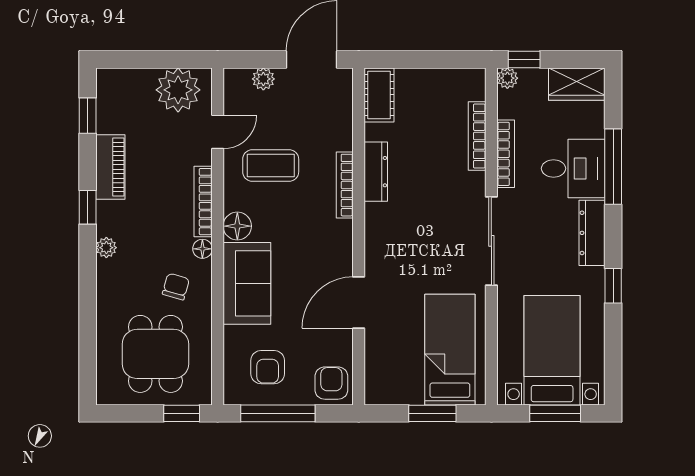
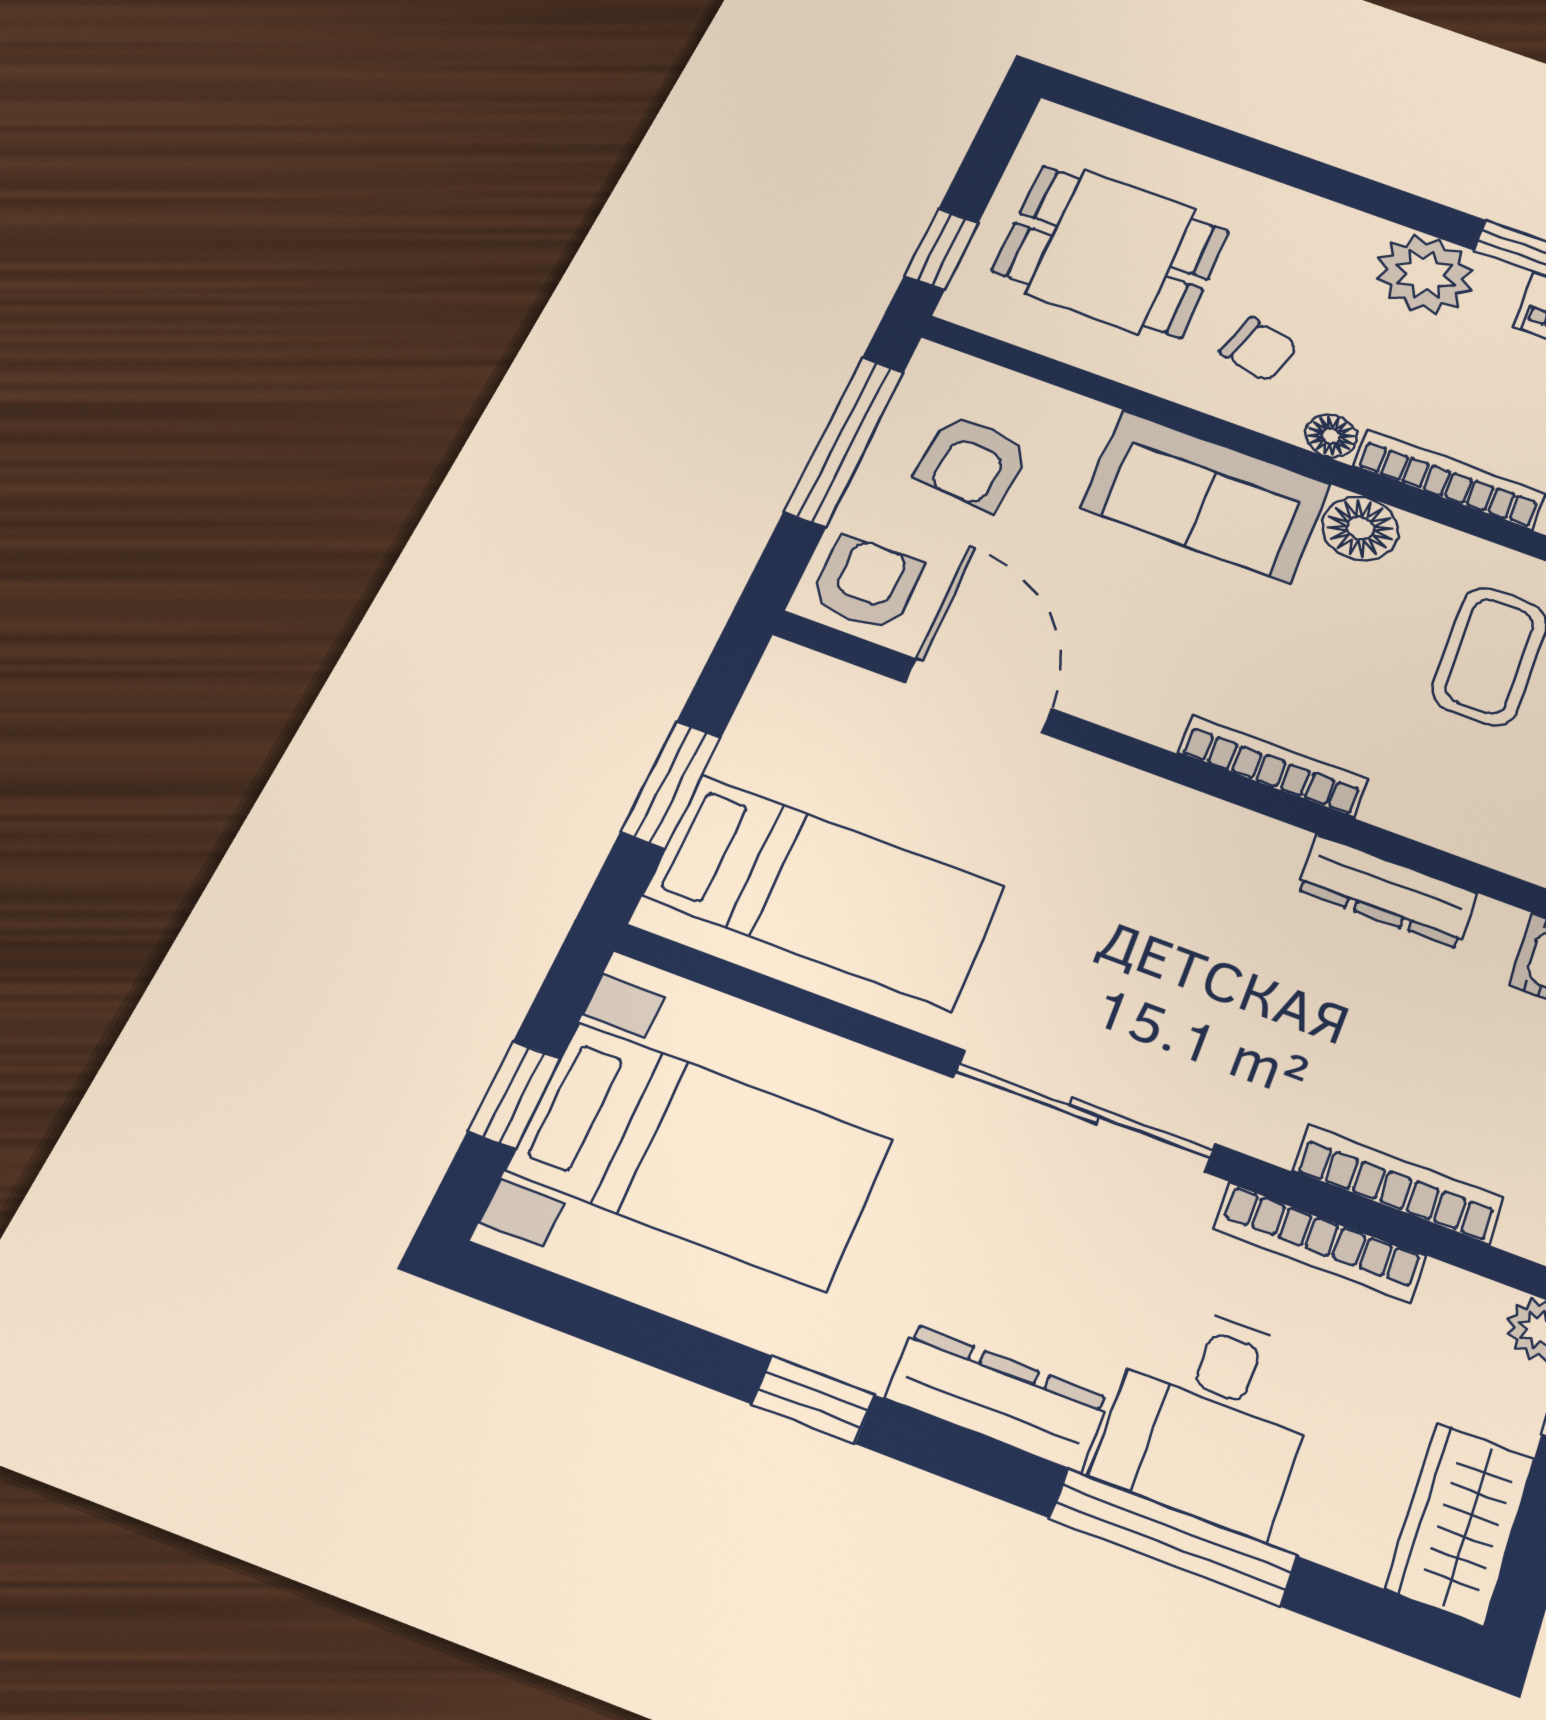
bookcase: (345, 185) -> (1273, 766), moved
plant: (106, 248) -> (1425, 275), width x1.87, depth x1.87
door: (359, 302) -> (979, 696), moved
armchair: (268, 367) -> (973, 462), turned -85
armchair: (331, 383) -> (866, 583), turned -90
window: (555, 413) -> (514, 1095), width x0.67

